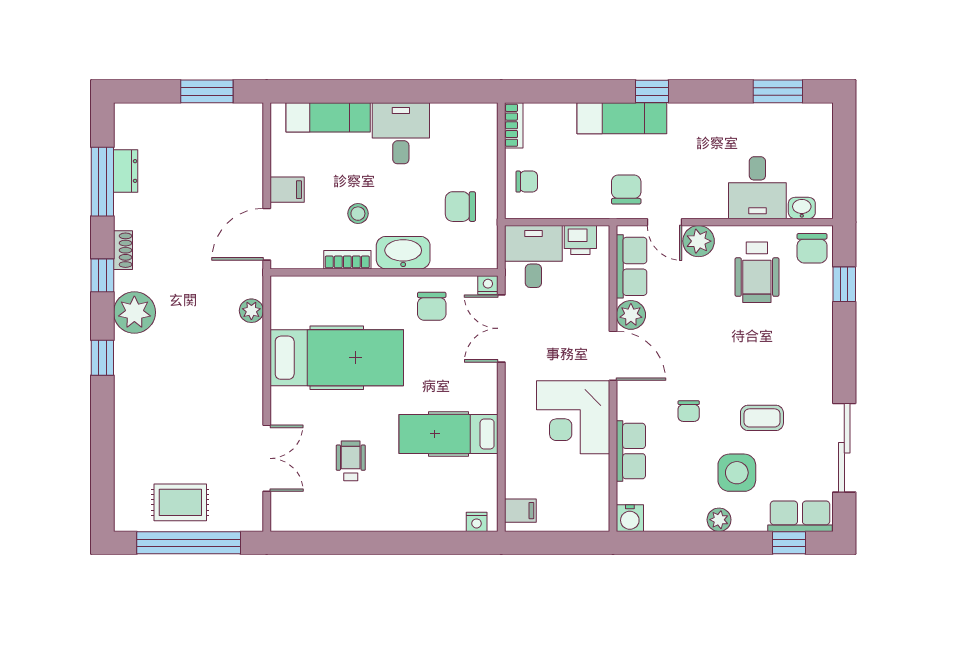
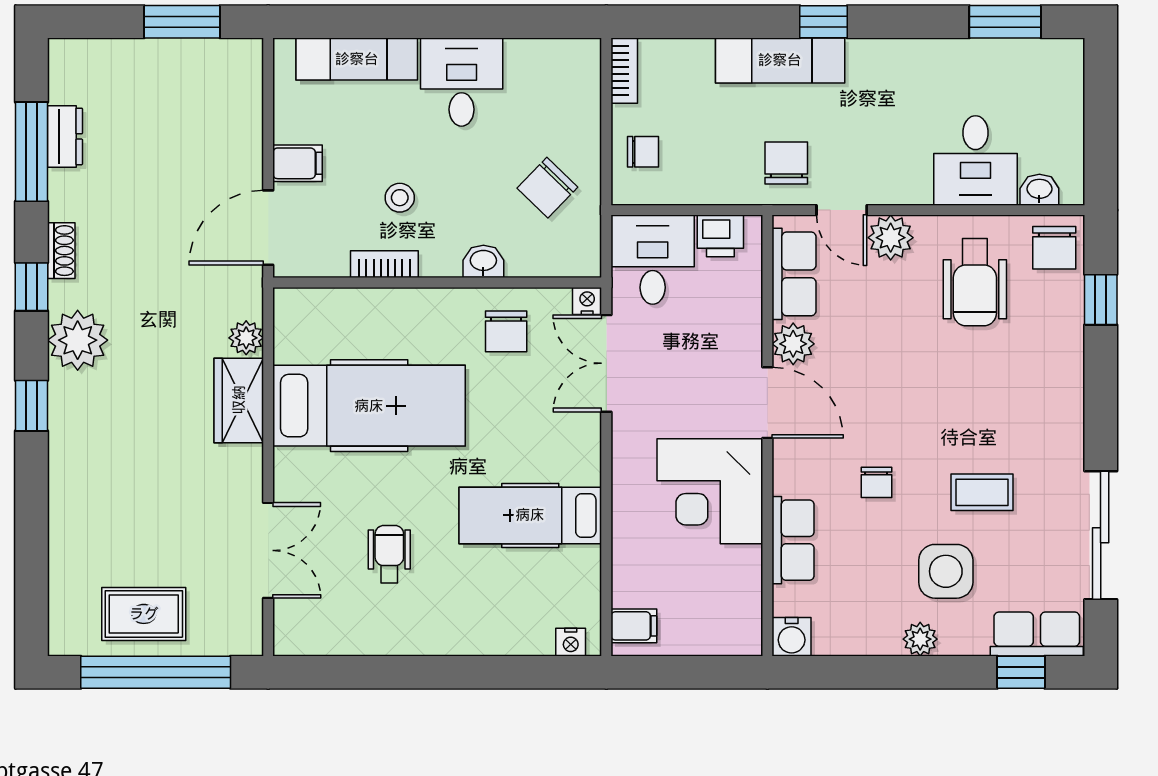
chair: (460, 207) -> (547, 188), turned -46
washbasin: (403, 253) -> (483, 261), width x0.52, depth x0.69
wardrobe: (246, 354) -> (239, 400), added

